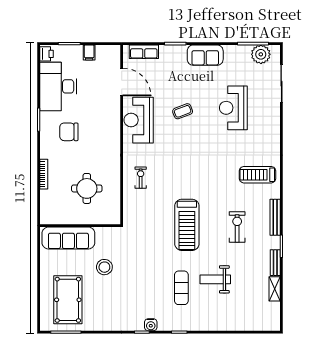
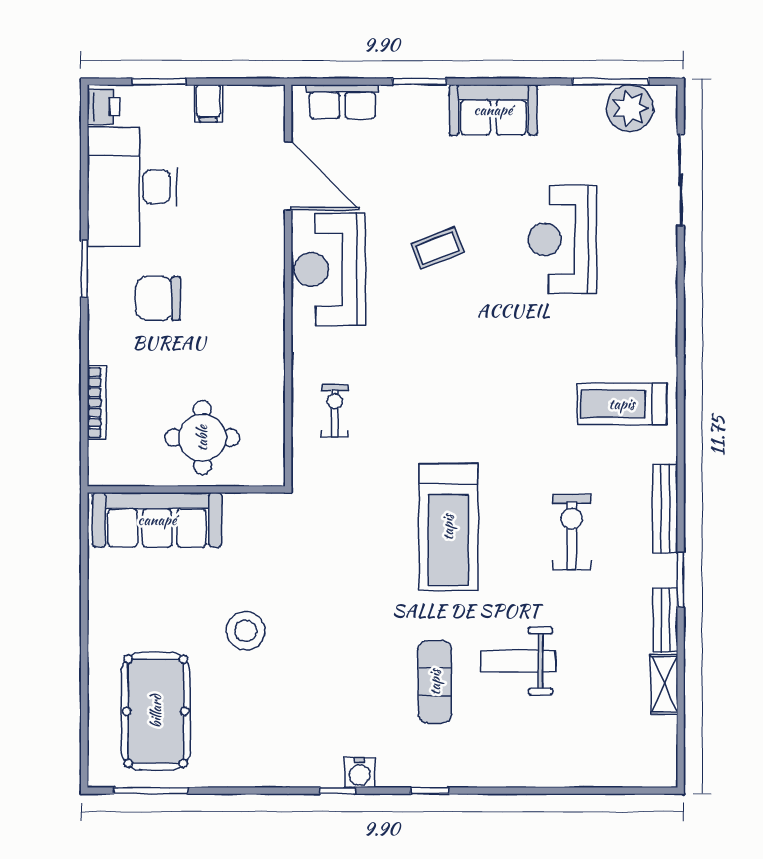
wall: (80, 226) -> (186, 489), moved
sofa: (68, 238) -> (157, 520), moved

